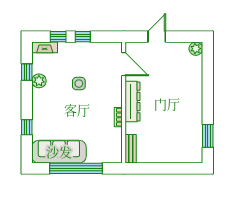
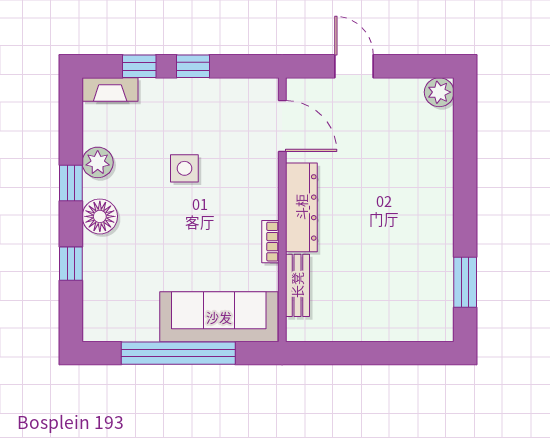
door: (157, 37) -> (354, 66), hinge flipped
window: (27, 72) -> (71, 183), moved
floor lamp: (40, 106) -> (100, 216), added
bench: (131, 149) -> (297, 285), moved
sofa: (59, 152) -> (219, 317), moved

